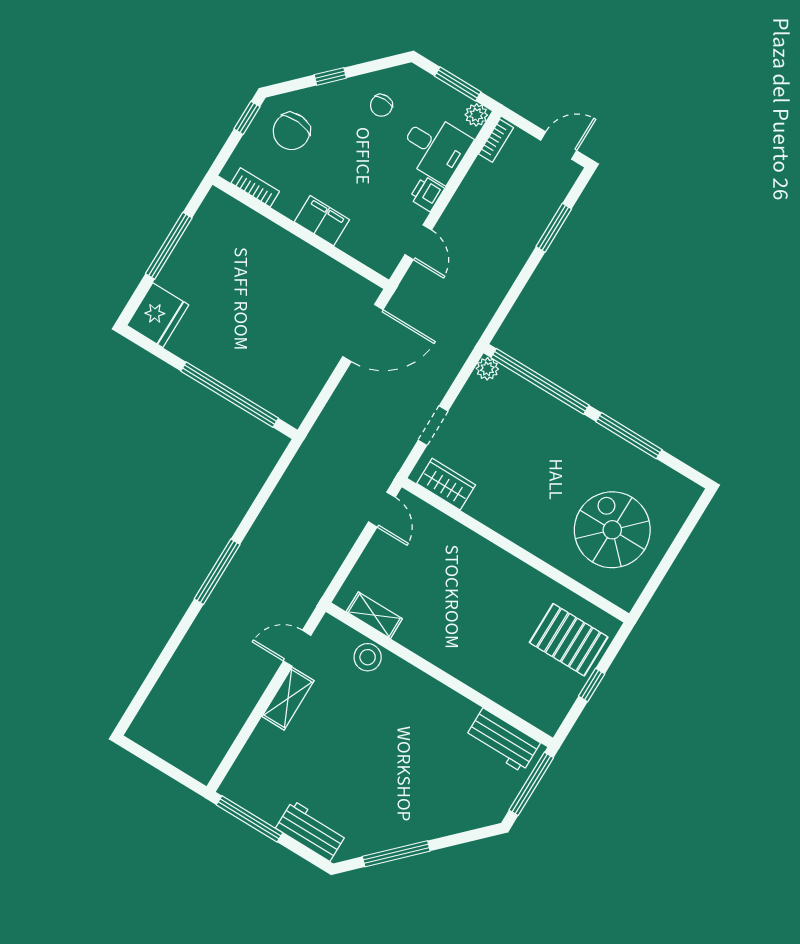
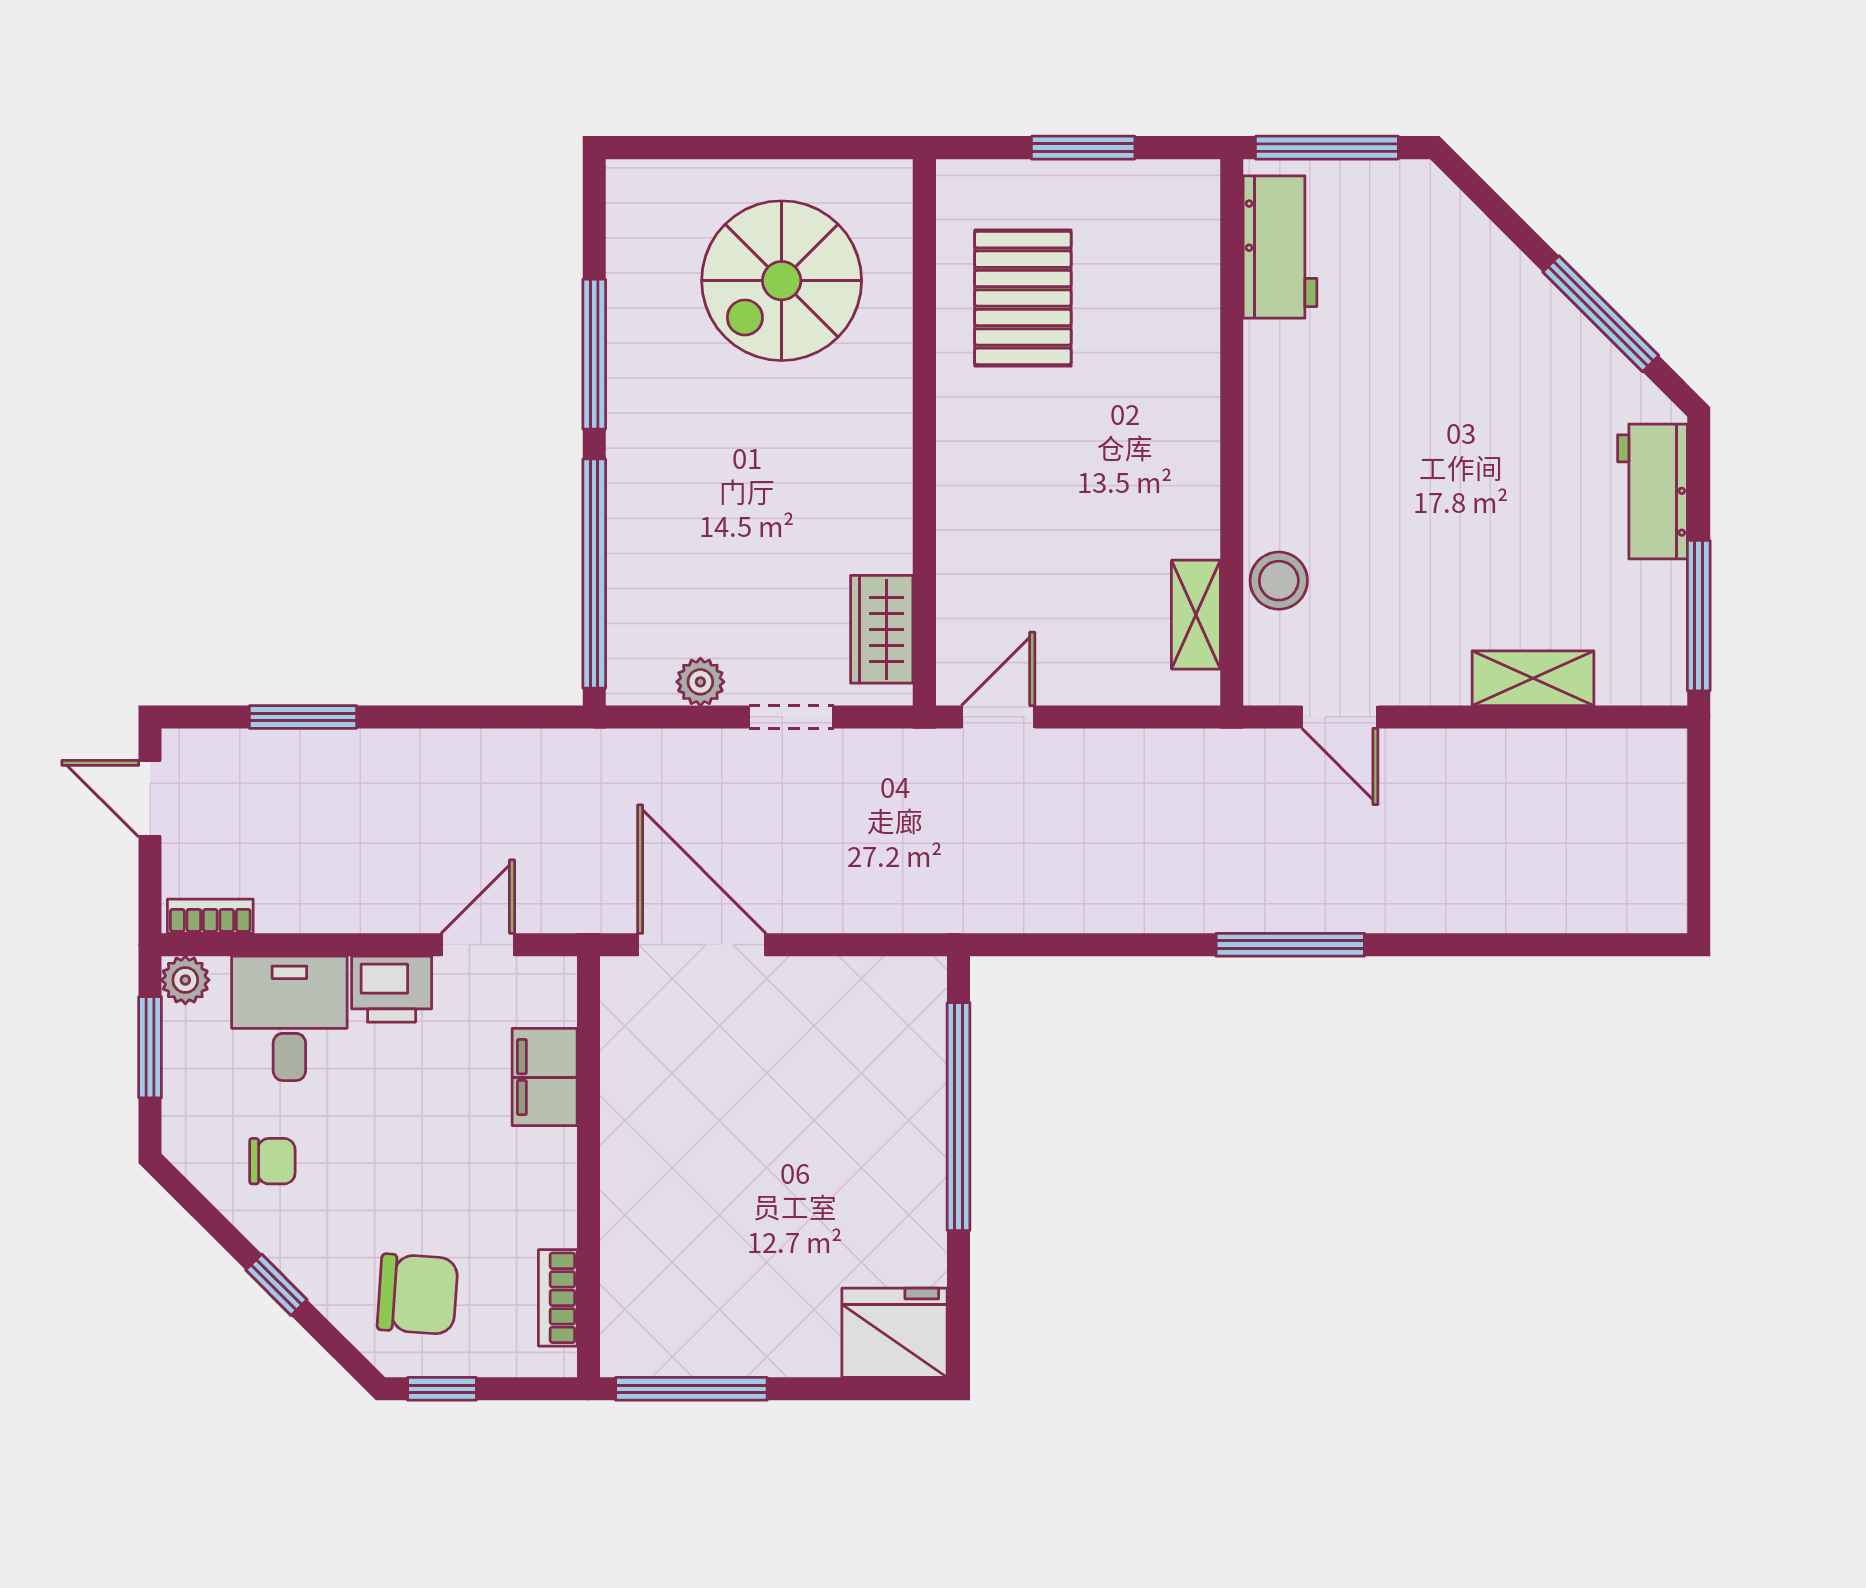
printer: (427, 194) -> (392, 989), width x1.36, depth x1.24
filing cabinet: (322, 221) -> (545, 1077), moved
window: (169, 246) -> (691, 1389), moved
plant: (487, 369) -> (700, 682), moved
pallet: (569, 640) -> (1023, 298), moved
window: (592, 685) -> (1083, 148), width x1.50
shelving: (288, 699) -> (1533, 678), moved

